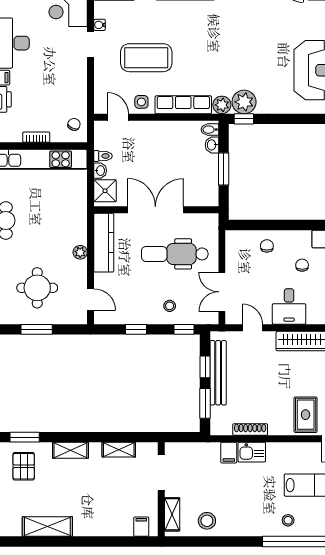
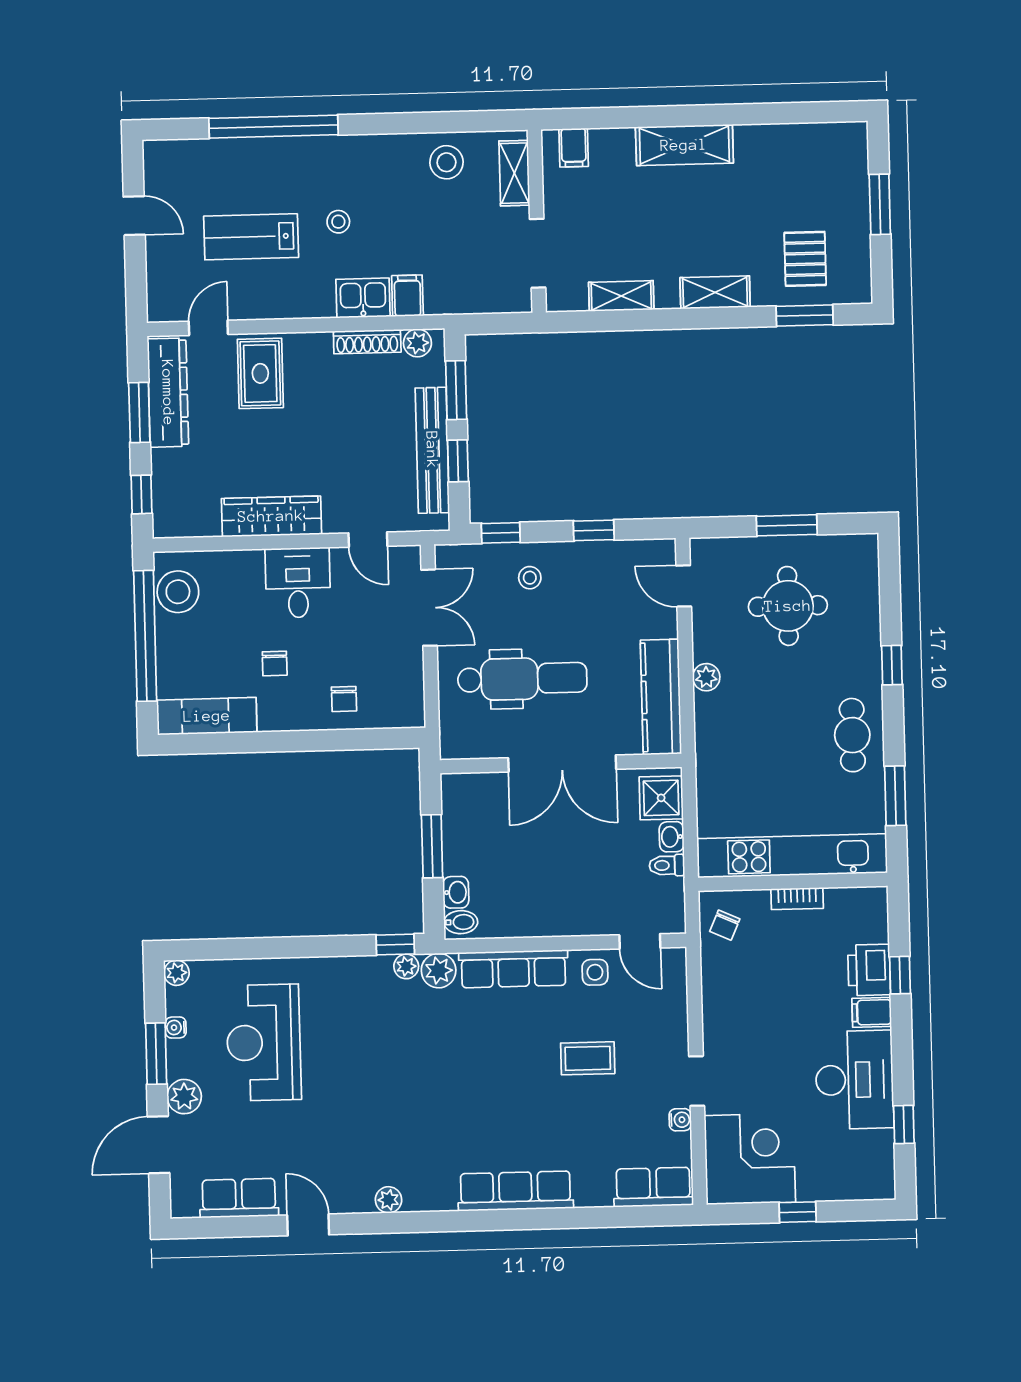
coffee table: (146, 58) -> (588, 1058), width x0.54, depth x0.58
plant: (244, 102) -> (406, 966), width x0.53, depth x0.53
plant: (224, 428) -> (417, 343), added
stool: (288, 520) -> (338, 222), moved
shelving: (47, 526) -> (684, 145), moved

